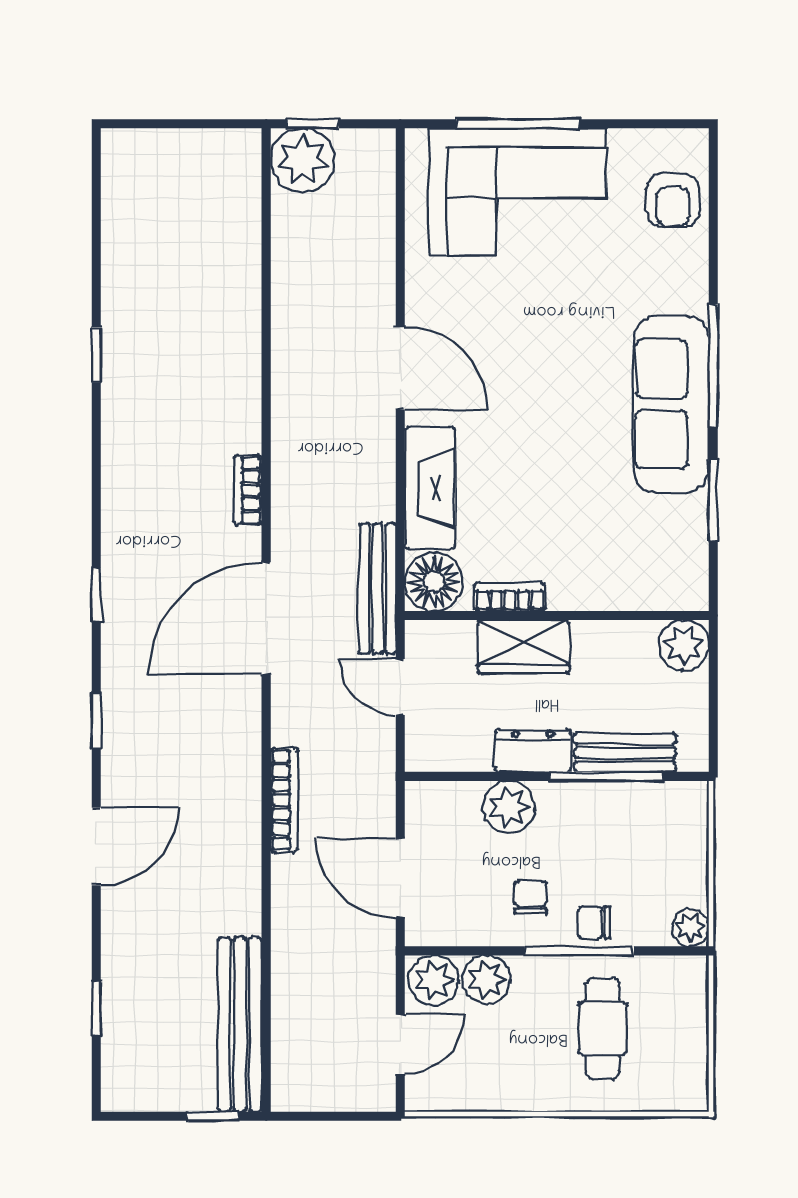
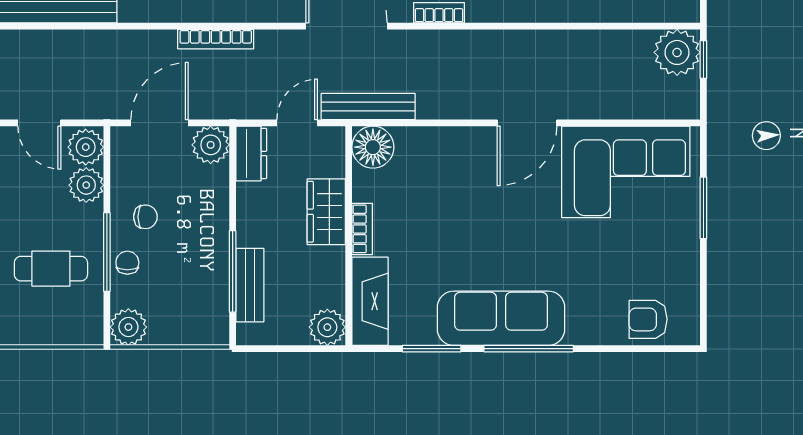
window: (518, 124) -> (703, 208), width x0.69
corner sofa: (518, 192) -> (626, 172), moved, turned -90
fireplace: (430, 488) -> (370, 301), moved, turned -90
bookcase: (510, 597) -> (362, 229), moved
dresser: (533, 751) -> (251, 153), moved
plant: (509, 807) -> (211, 145), moved
plant: (690, 928) -> (128, 327), width x1.38, depth x1.38

